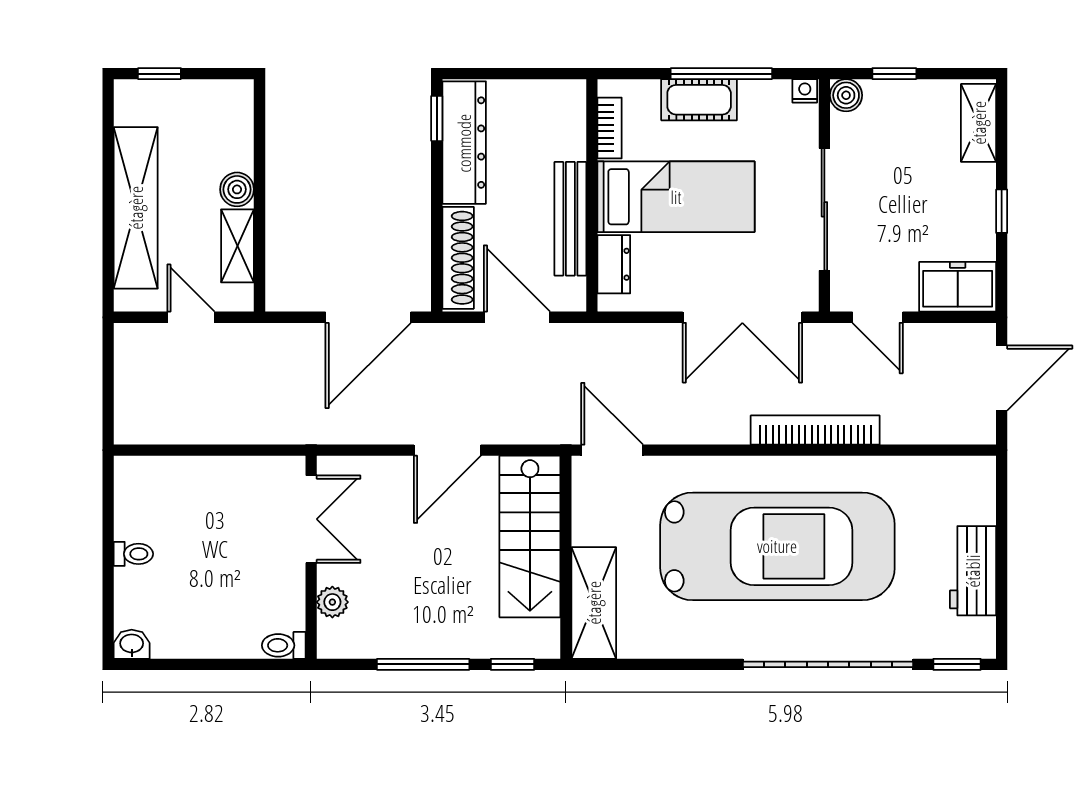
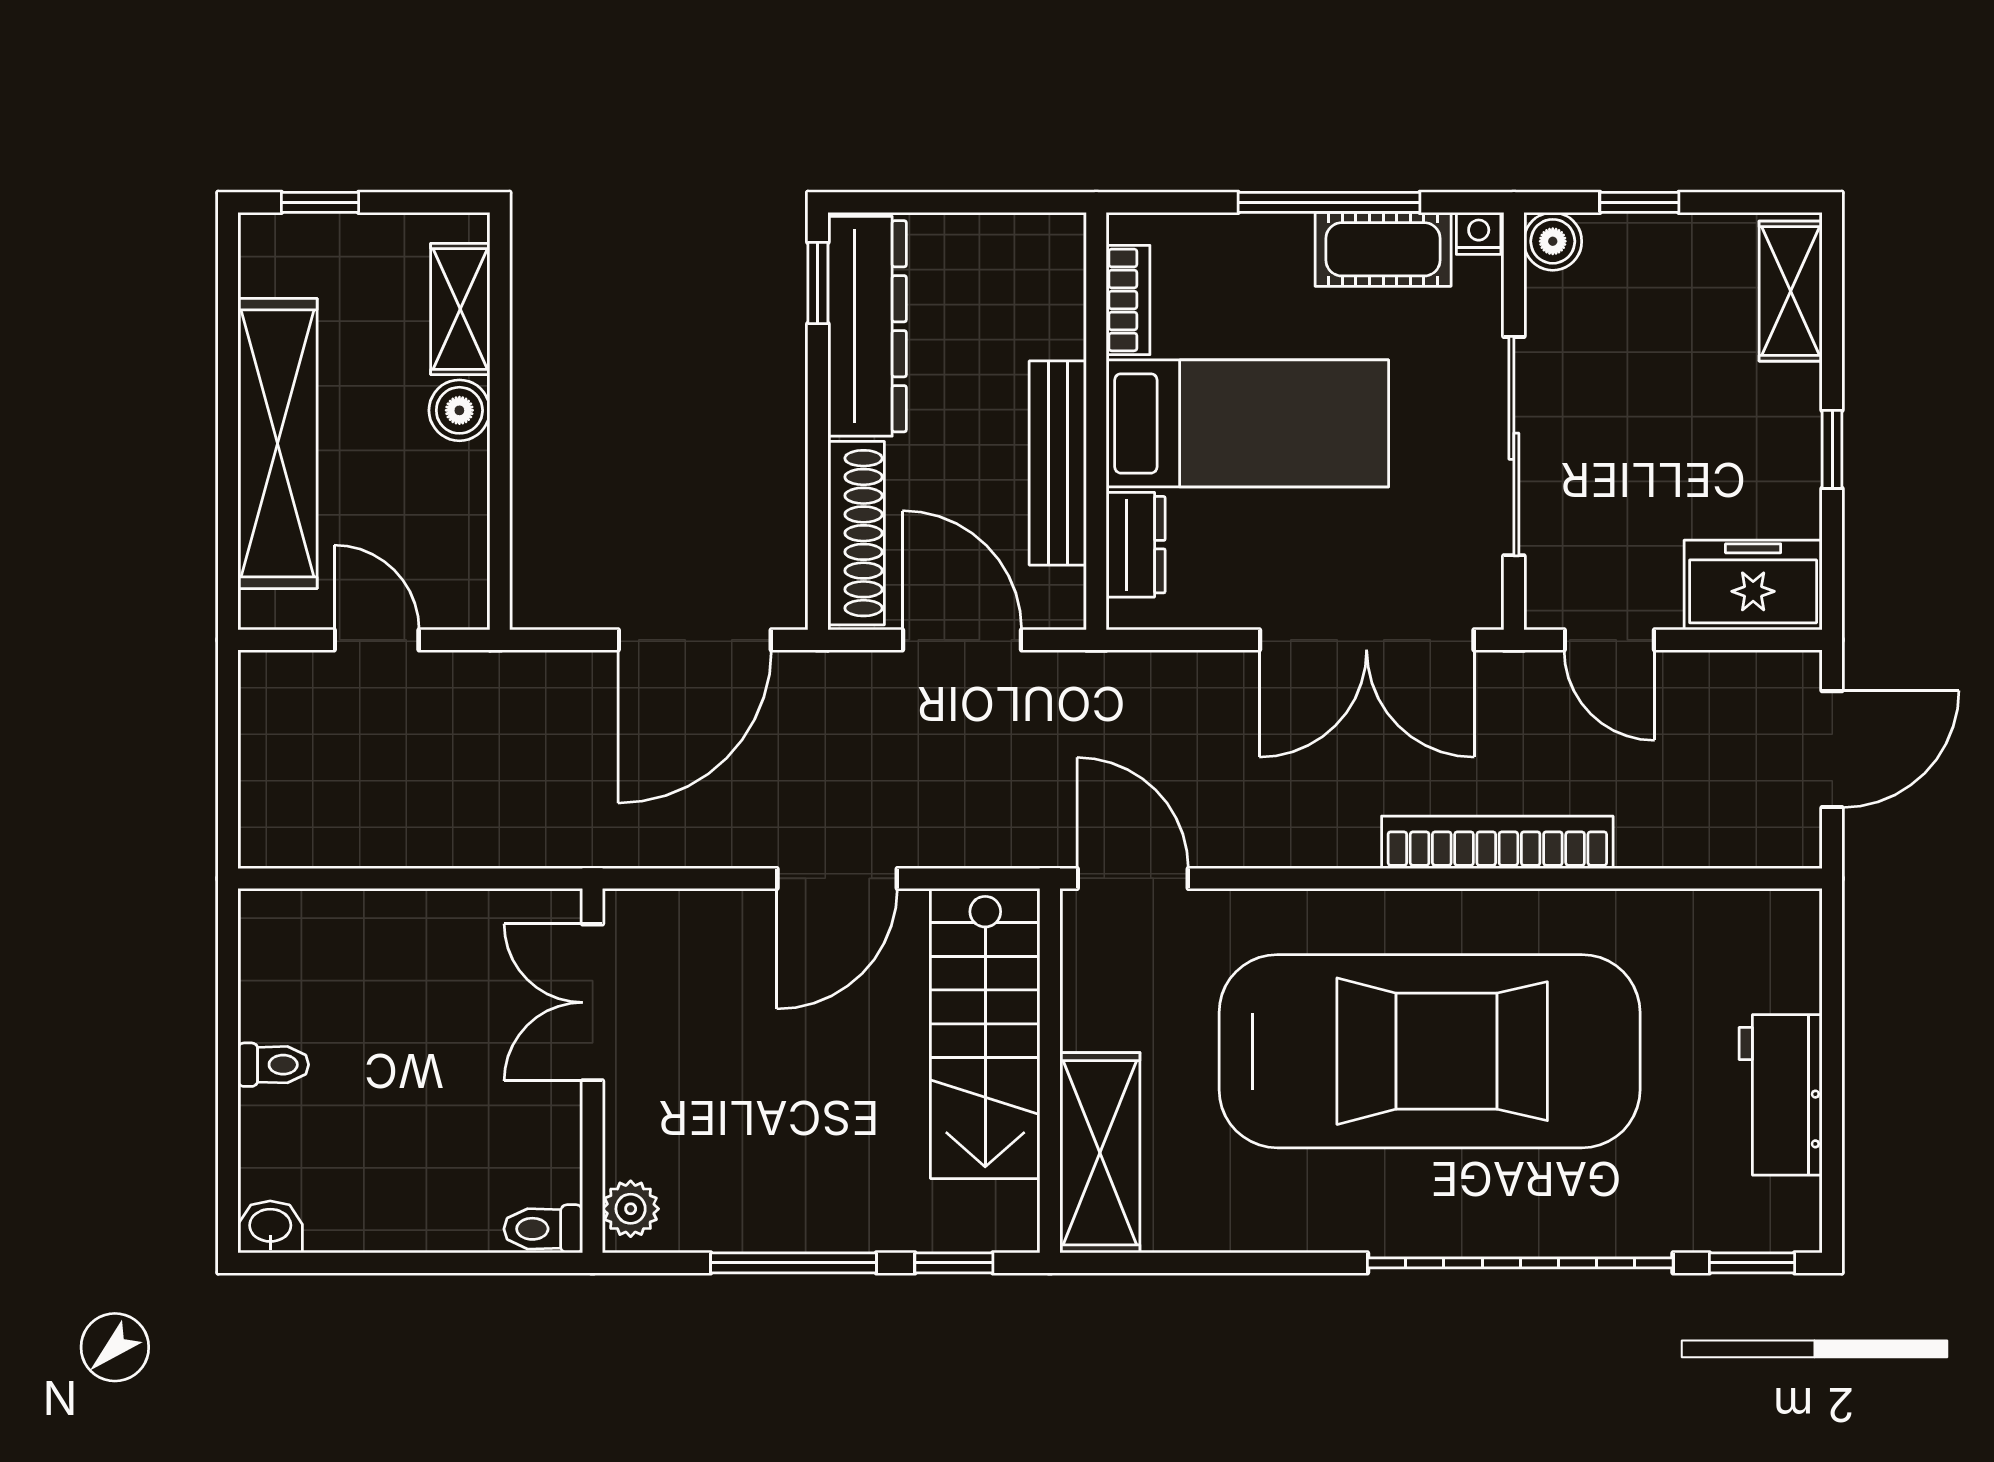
cot: (699, 100) -> (1383, 249), moved
shelving: (237, 246) -> (460, 309), moved
double door: (311, 519) -> (593, 1002), swing flipped
plant: (332, 602) -> (631, 1209), moved

